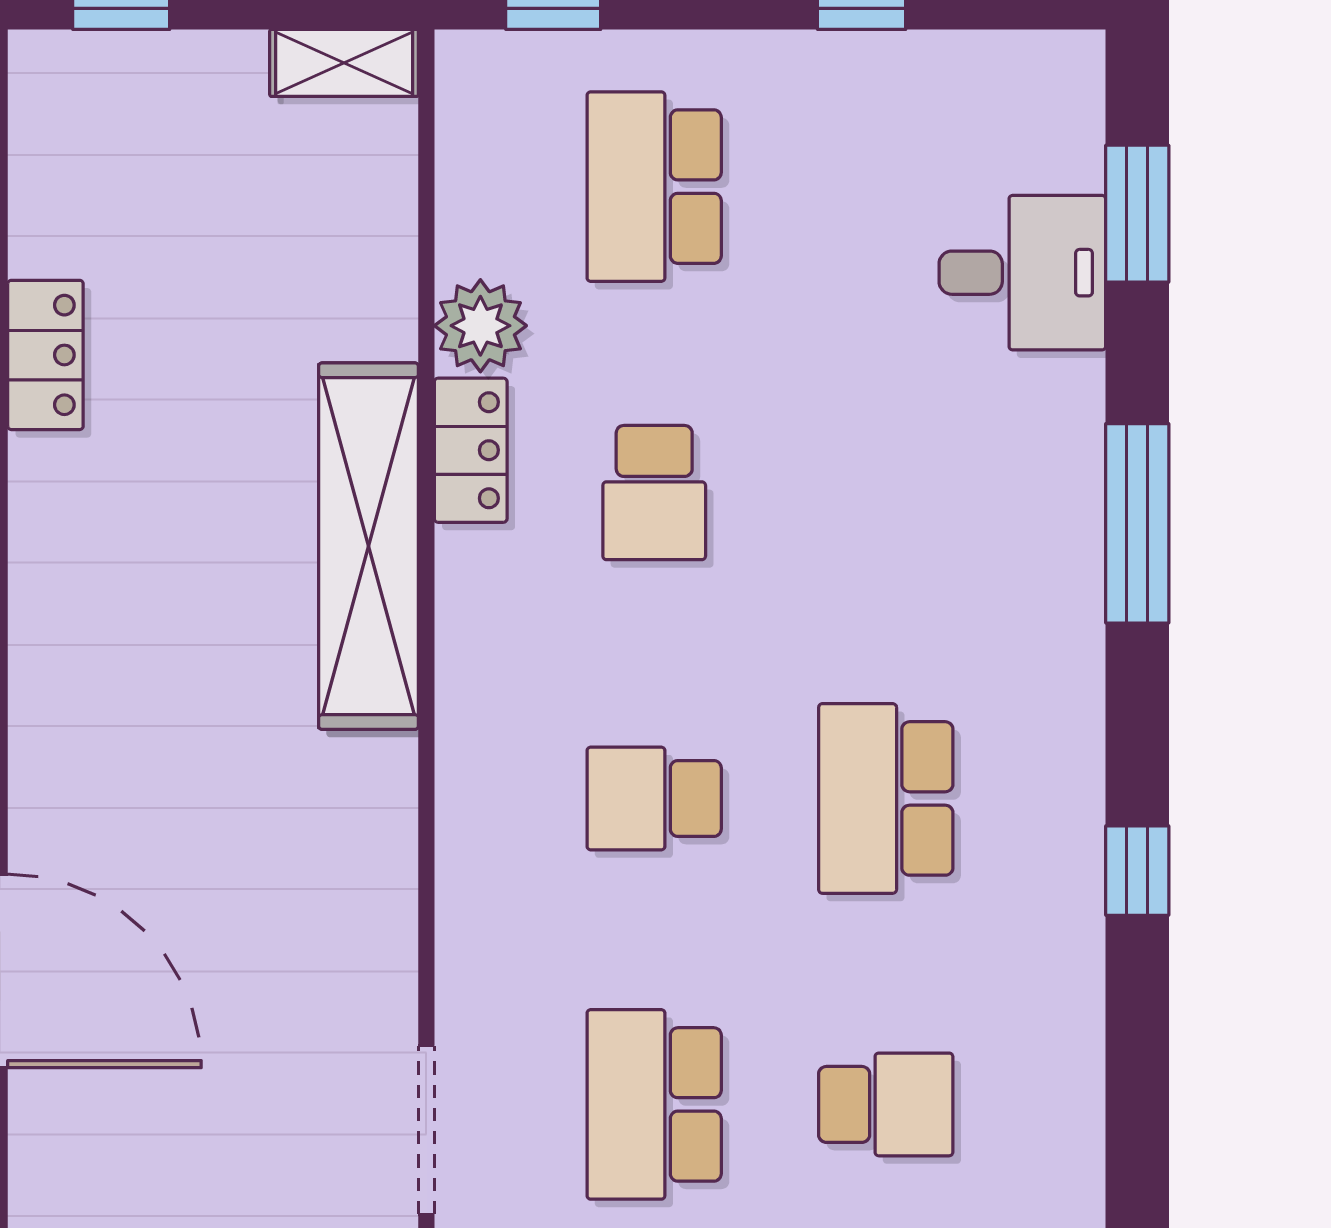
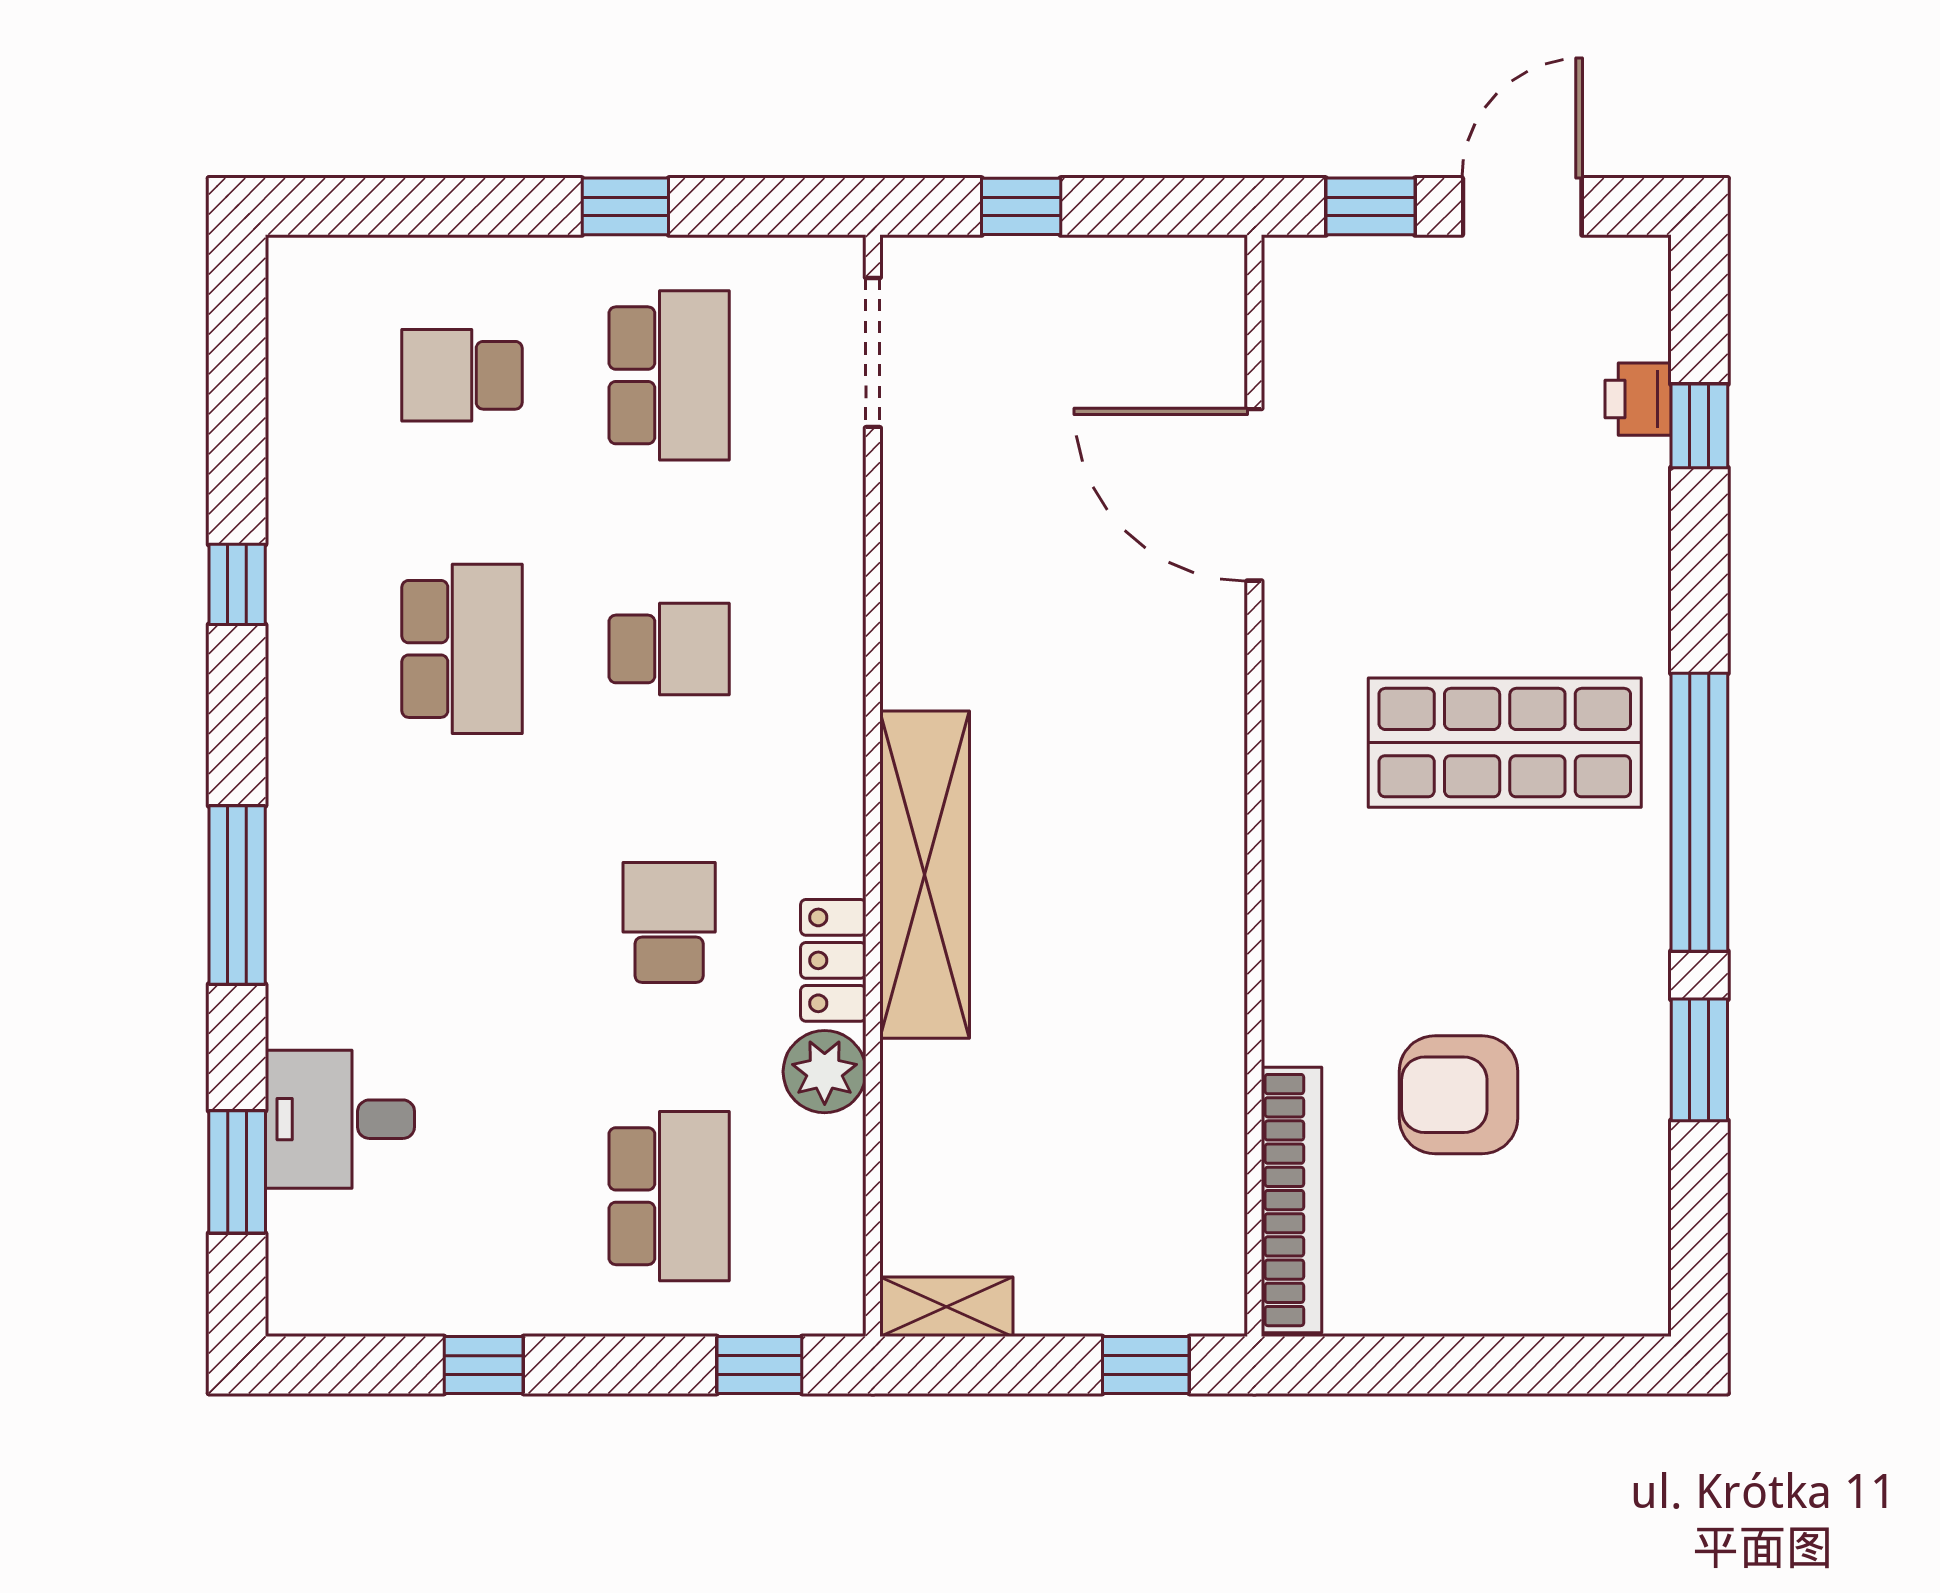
locker: (45, 355) -> (1214, 1046), removed

